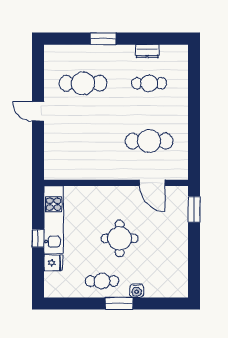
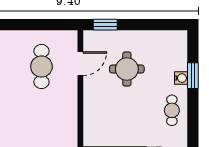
round table: (120, 238) -> (127, 69), moved
window: (119, 303) -> (193, 76), moved

